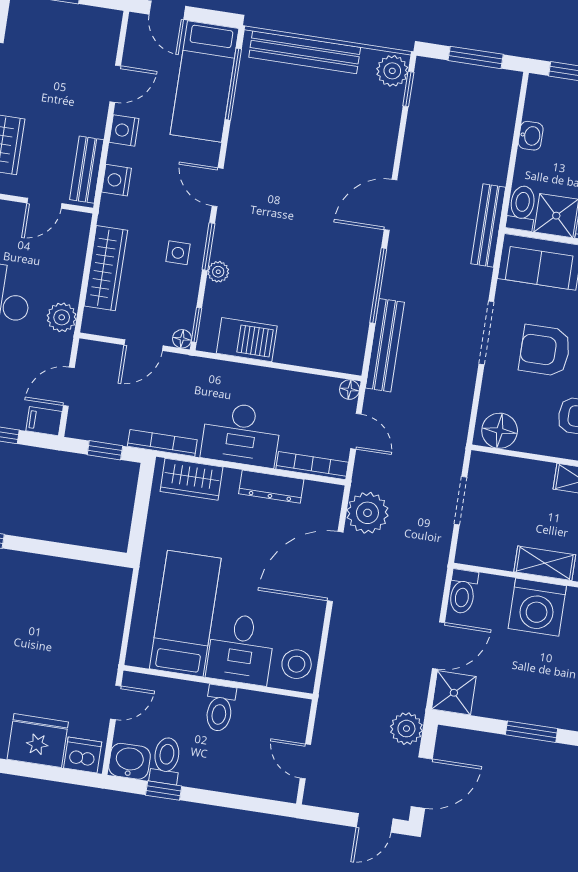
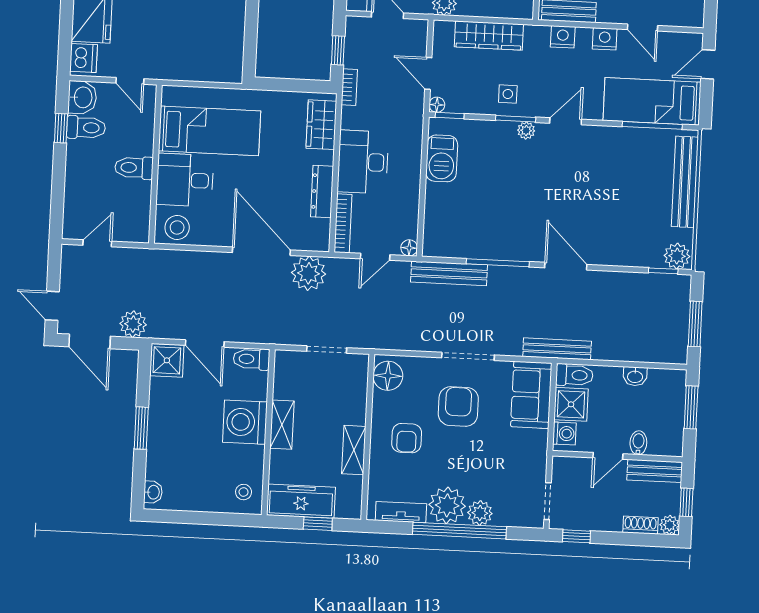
plant: (218, 272) -> (526, 130), moved
bookcase: (162, 443) -> (349, 87), width x0.64

